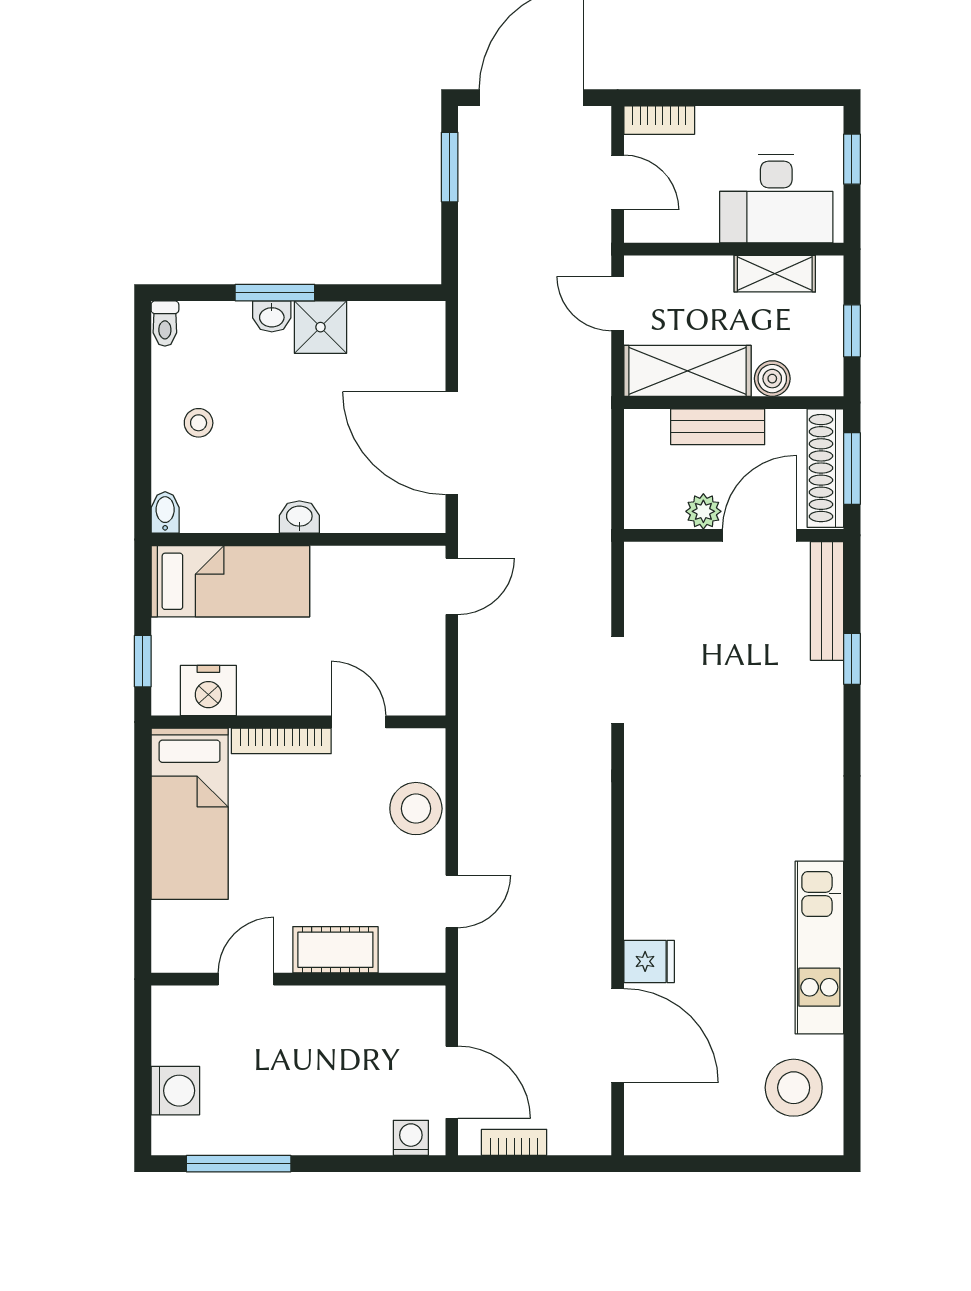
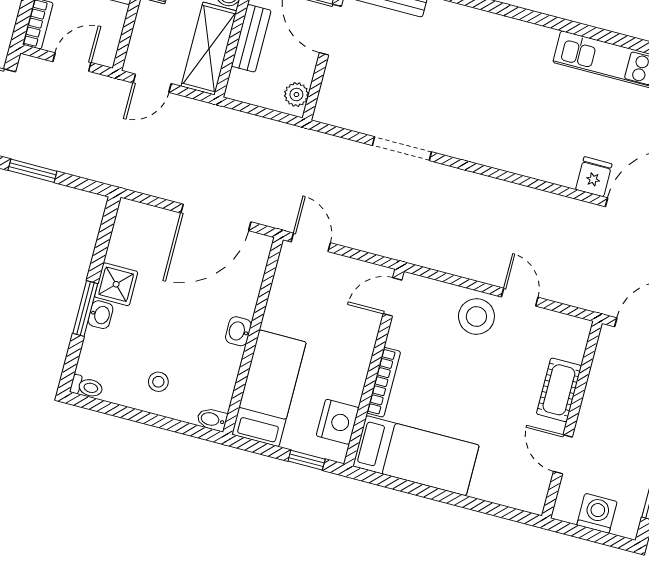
plant: (703, 511) -> (296, 95), moved
door: (358, 722) -> (393, 297), moved
stool: (416, 809) -> (476, 316), moved
cot: (335, 950) -> (559, 390), moved
door: (246, 979) -> (563, 454), moved
wall: (298, 979) -> (572, 420), moved

